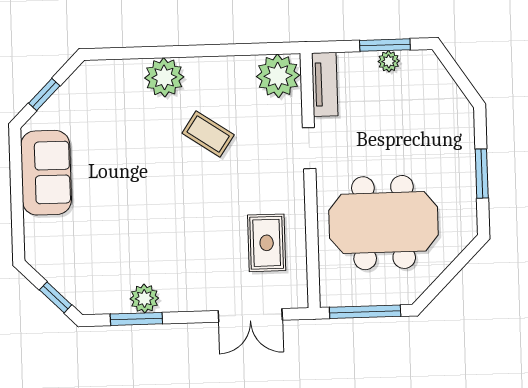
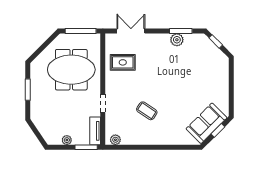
window: (385, 45) -> (86, 147), moved
plant: (278, 76) -> (115, 140), width x0.53, depth x0.53
plant: (164, 77) -> (165, 136), removed
sofa: (46, 173) -> (206, 123), moved, turned 45
rug: (267, 243) -> (123, 62), turned 90

